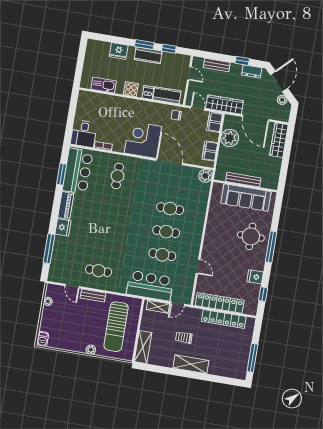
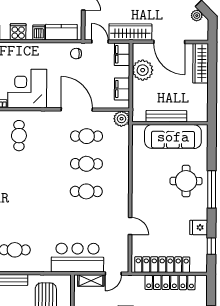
corner desk: (143, 140) -> (27, 88), moved
cafe table: (162, 255) -> (87, 136), moved

